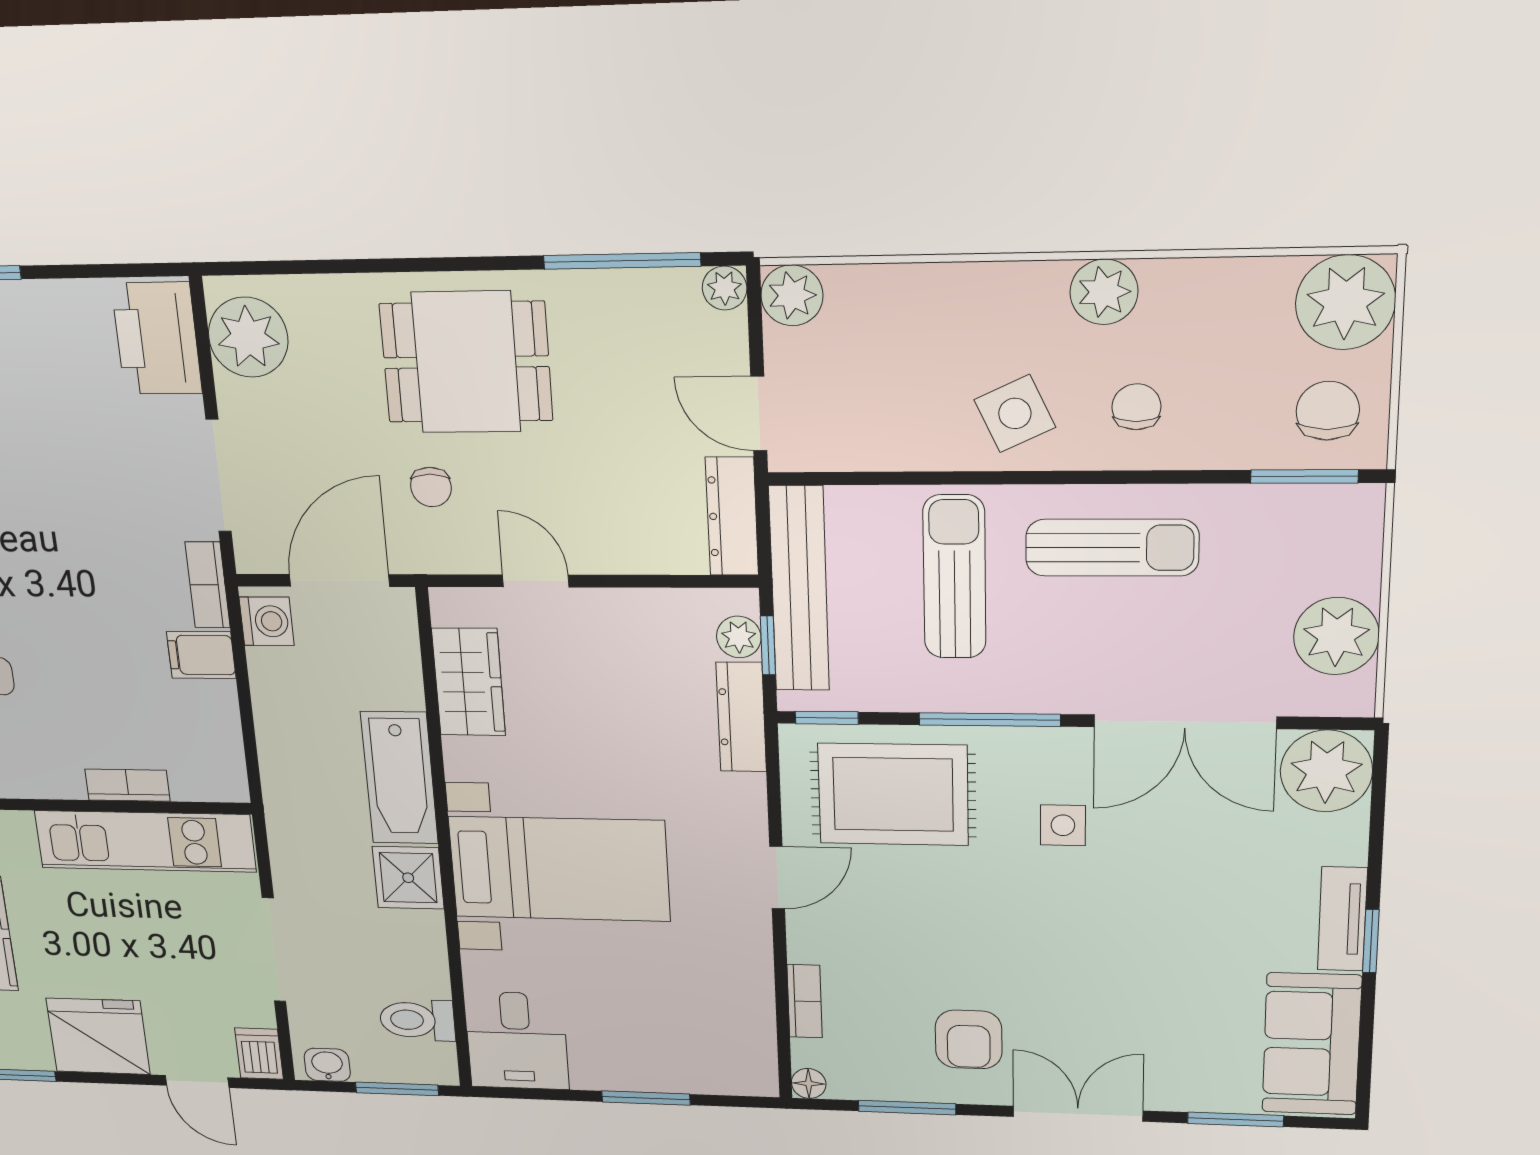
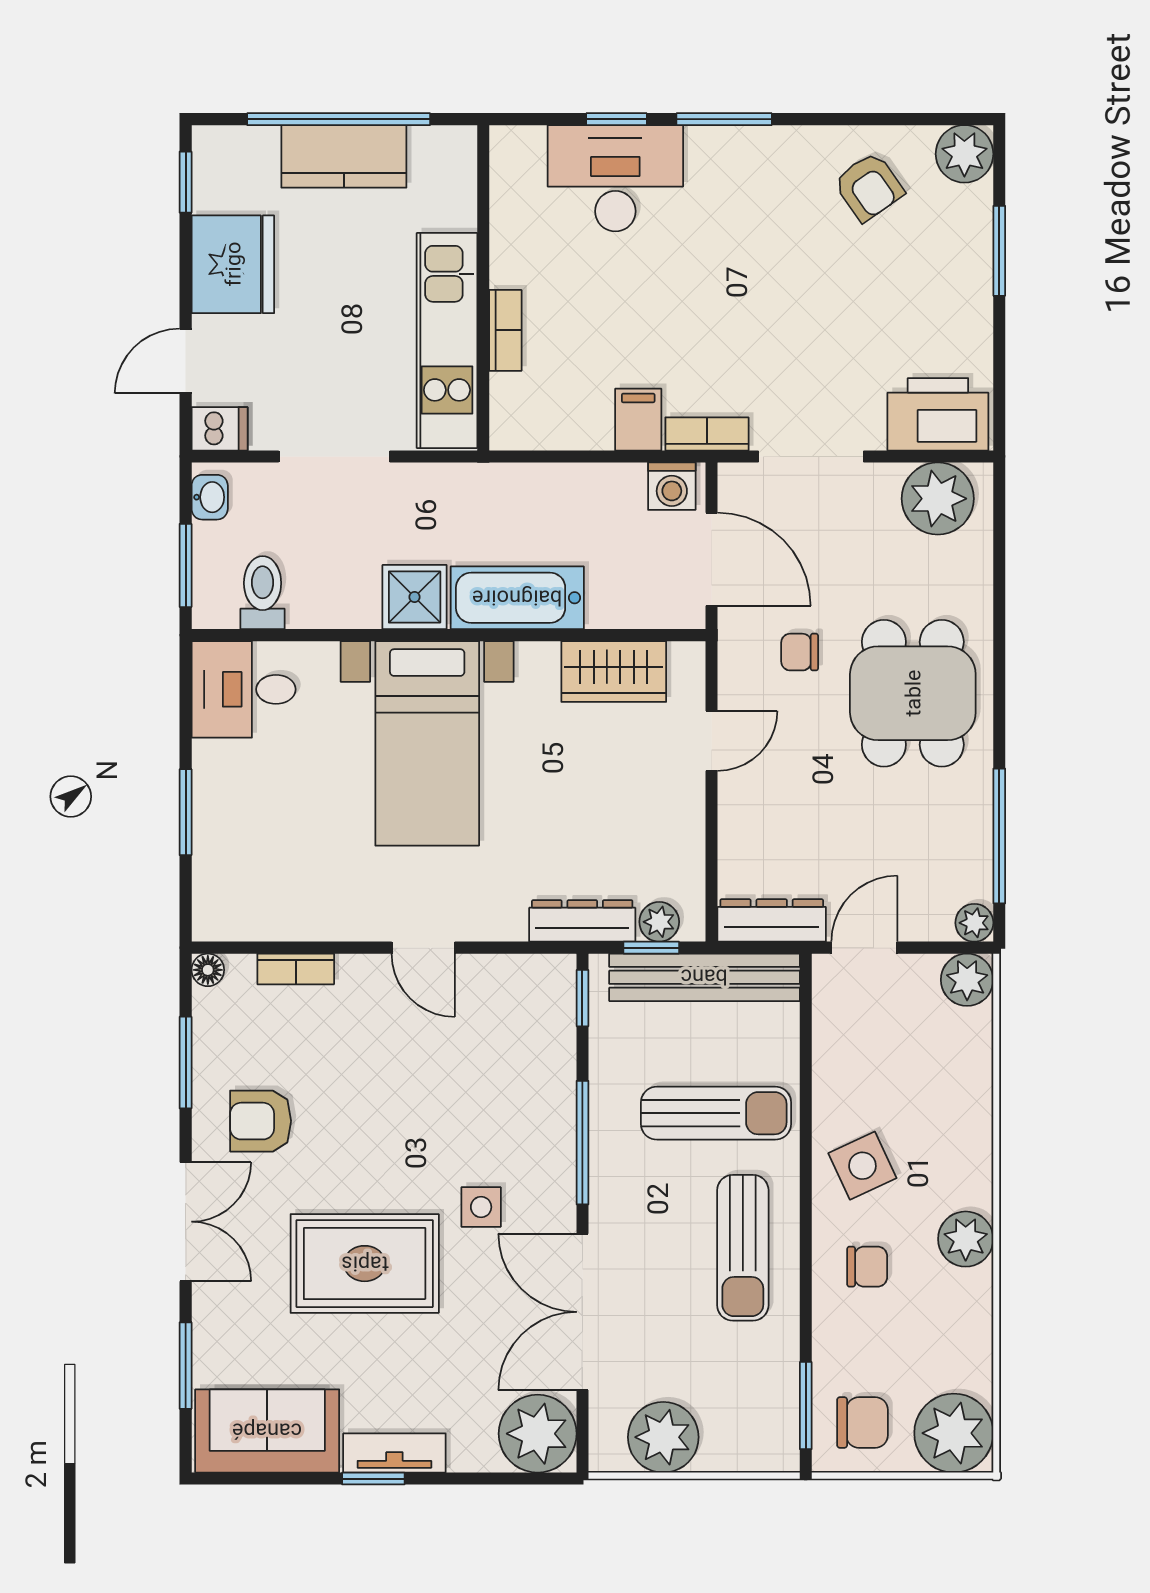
rug: (893, 794) -> (365, 1264), moved, turned 90

